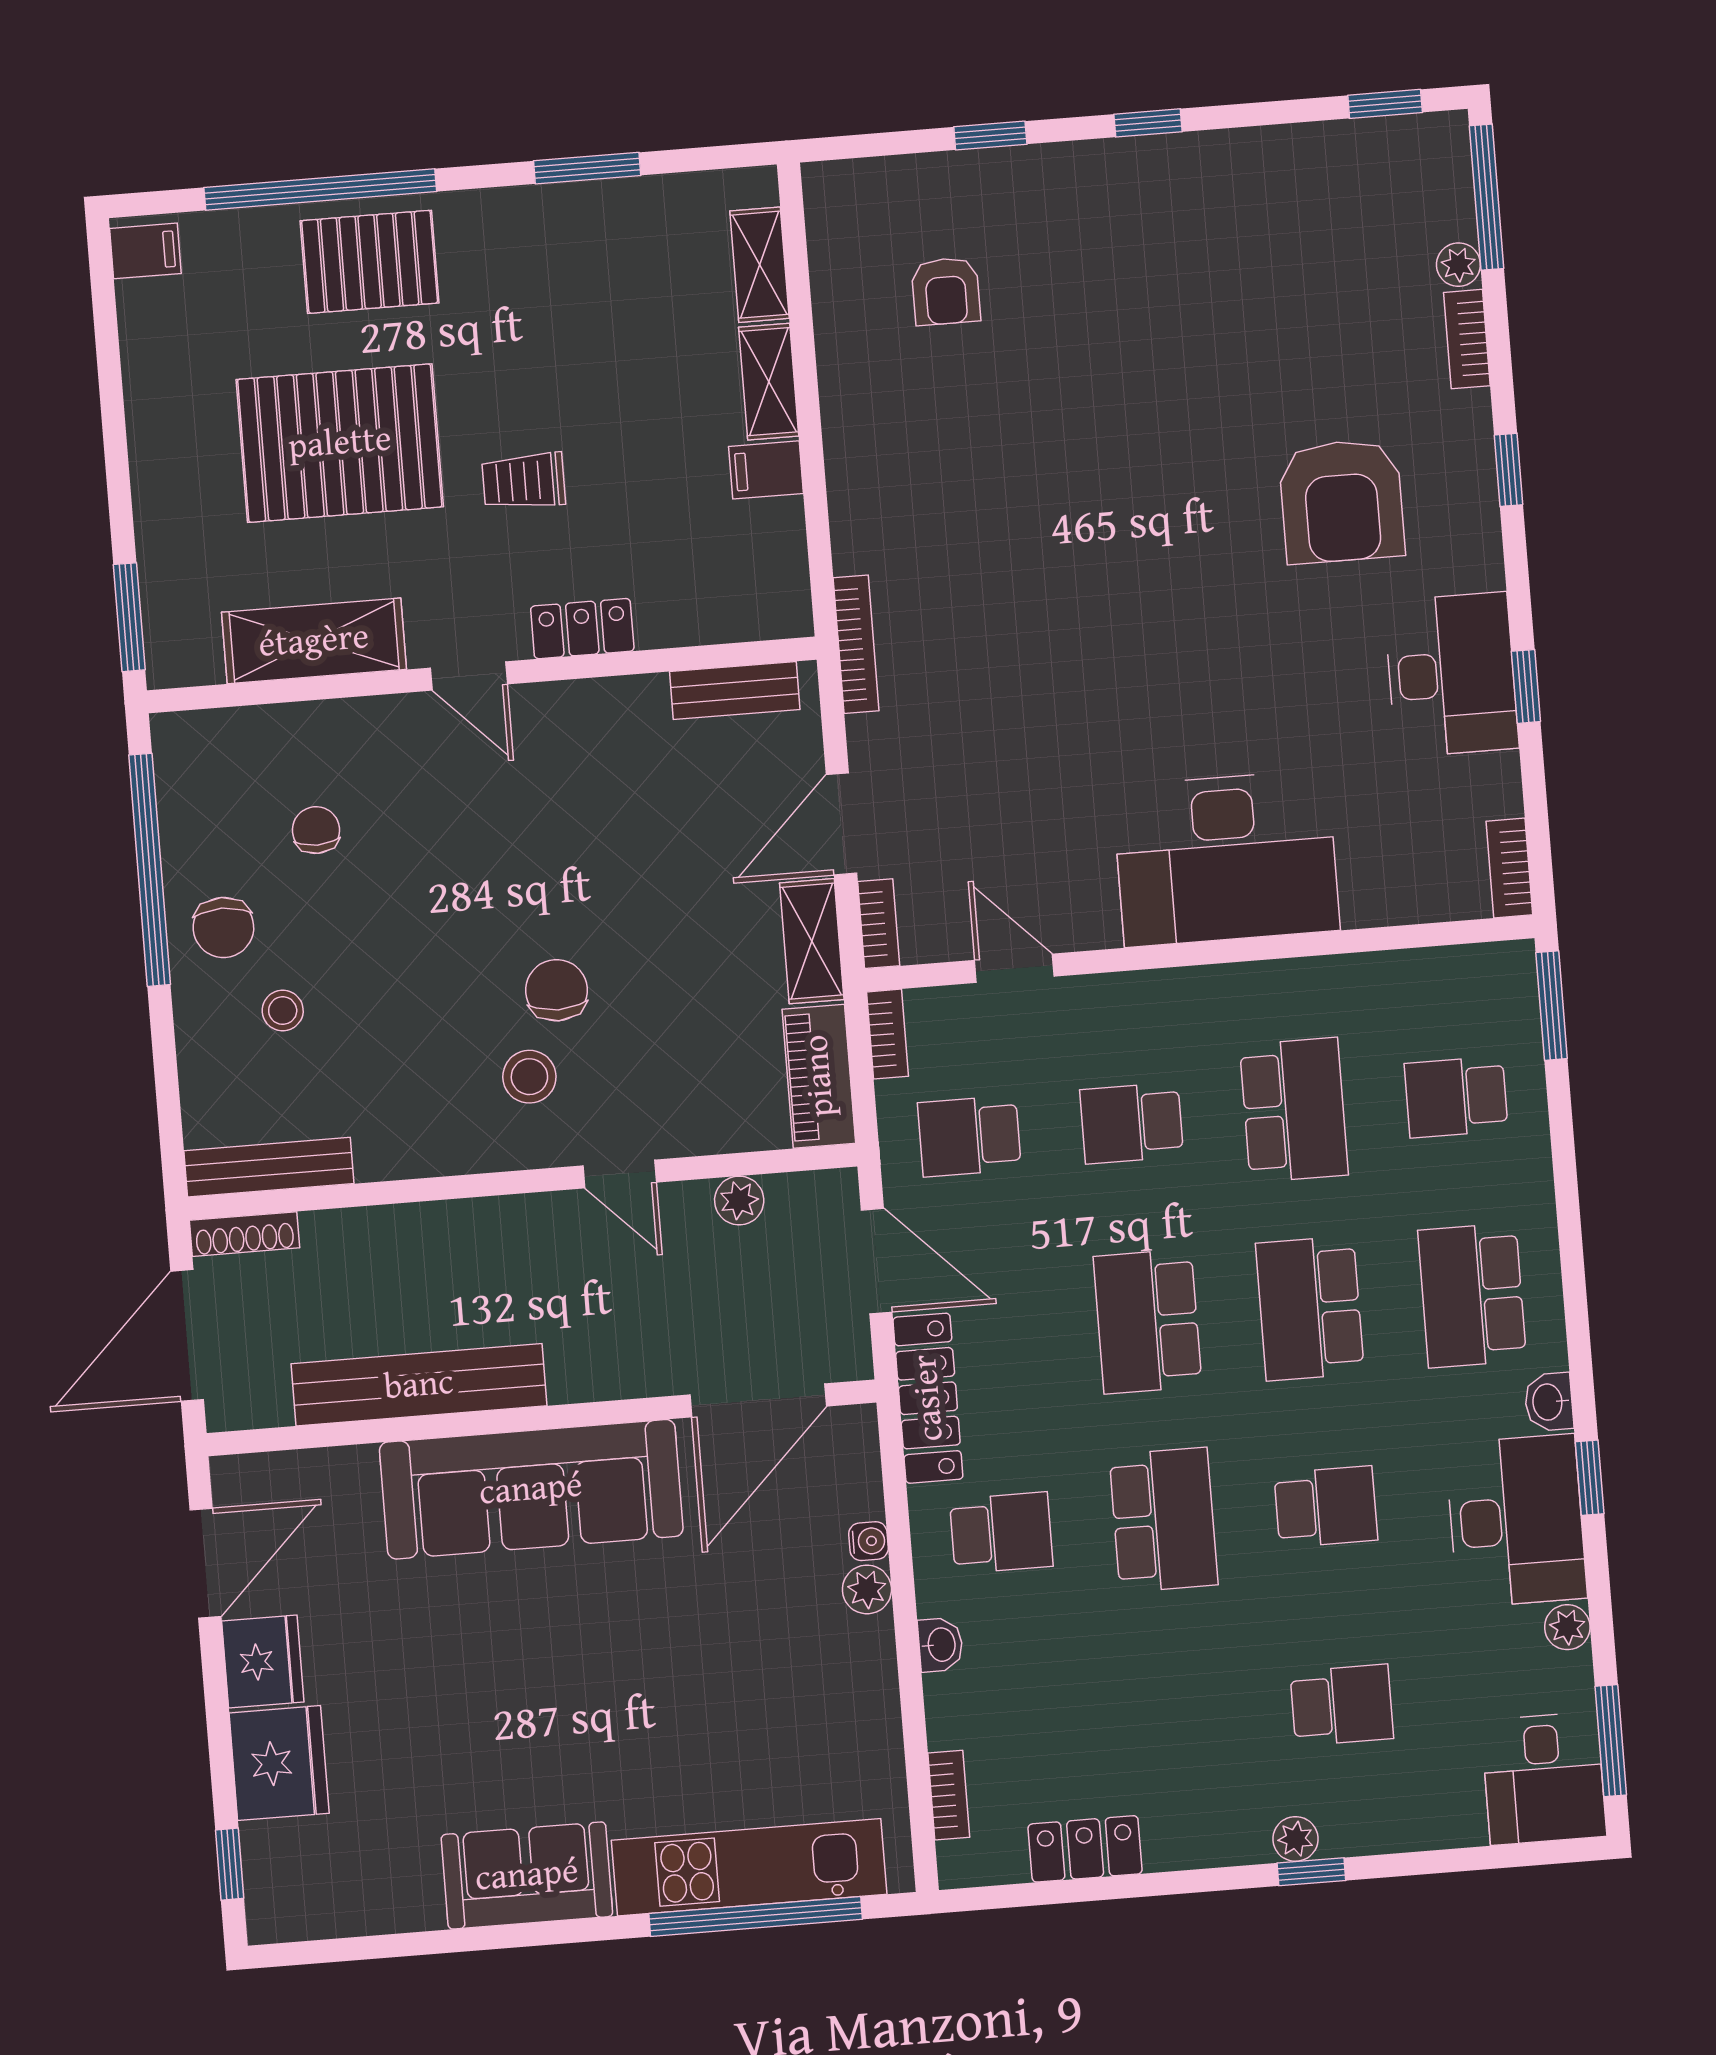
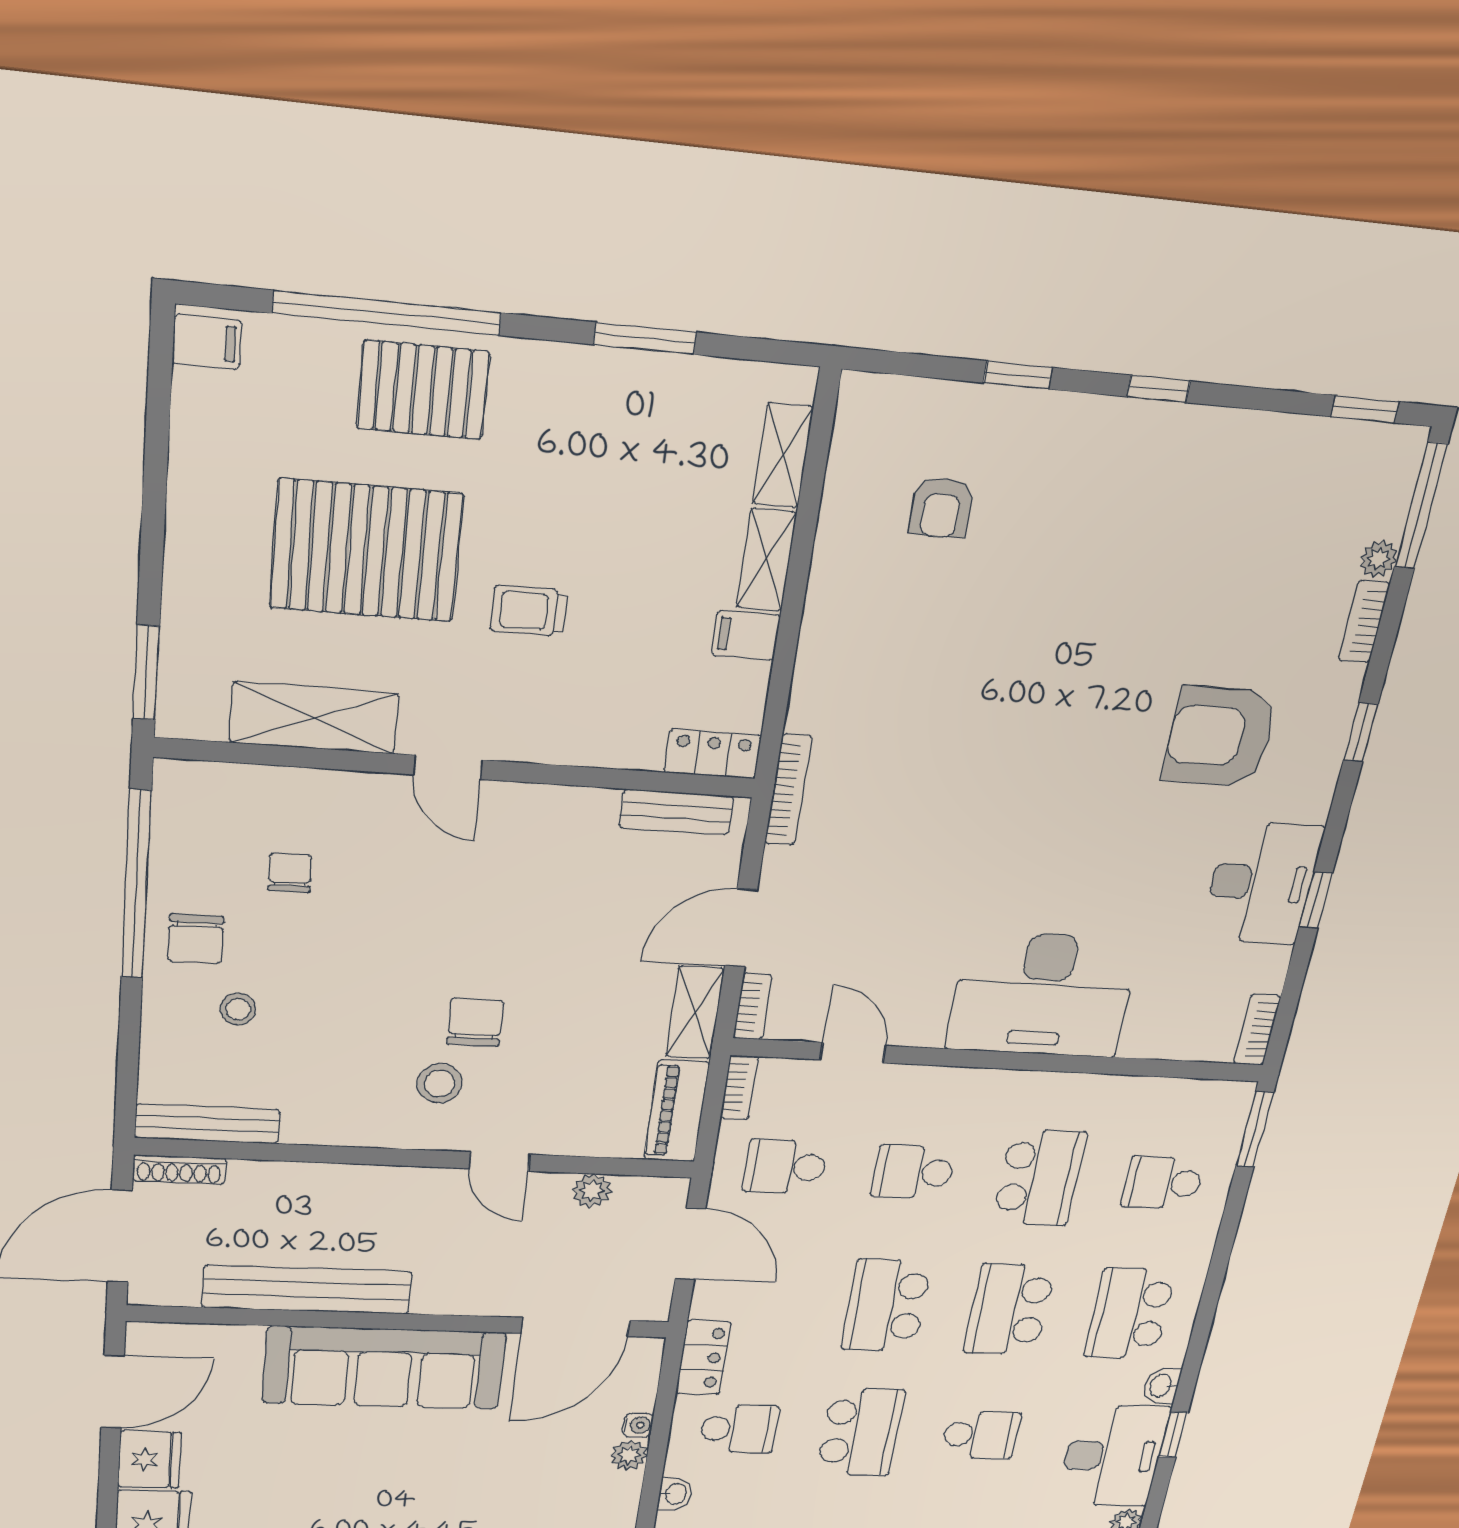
armchair: (1342, 501) -> (1220, 736), turned 90
locker: (582, 629) -> (713, 754), moved
locker: (928, 1398) -> (703, 1358), width x0.66

